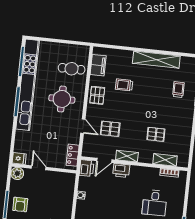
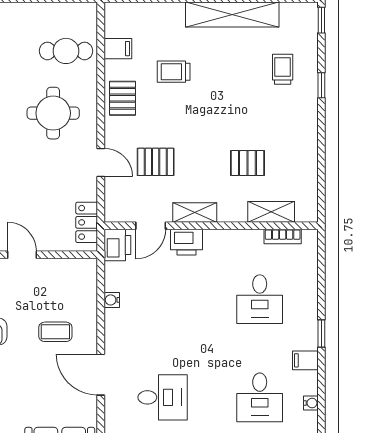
filing cabinet: (98, 65) -> (118, 49), width x0.50
coffee table: (51, 208) -> (55, 332), added

